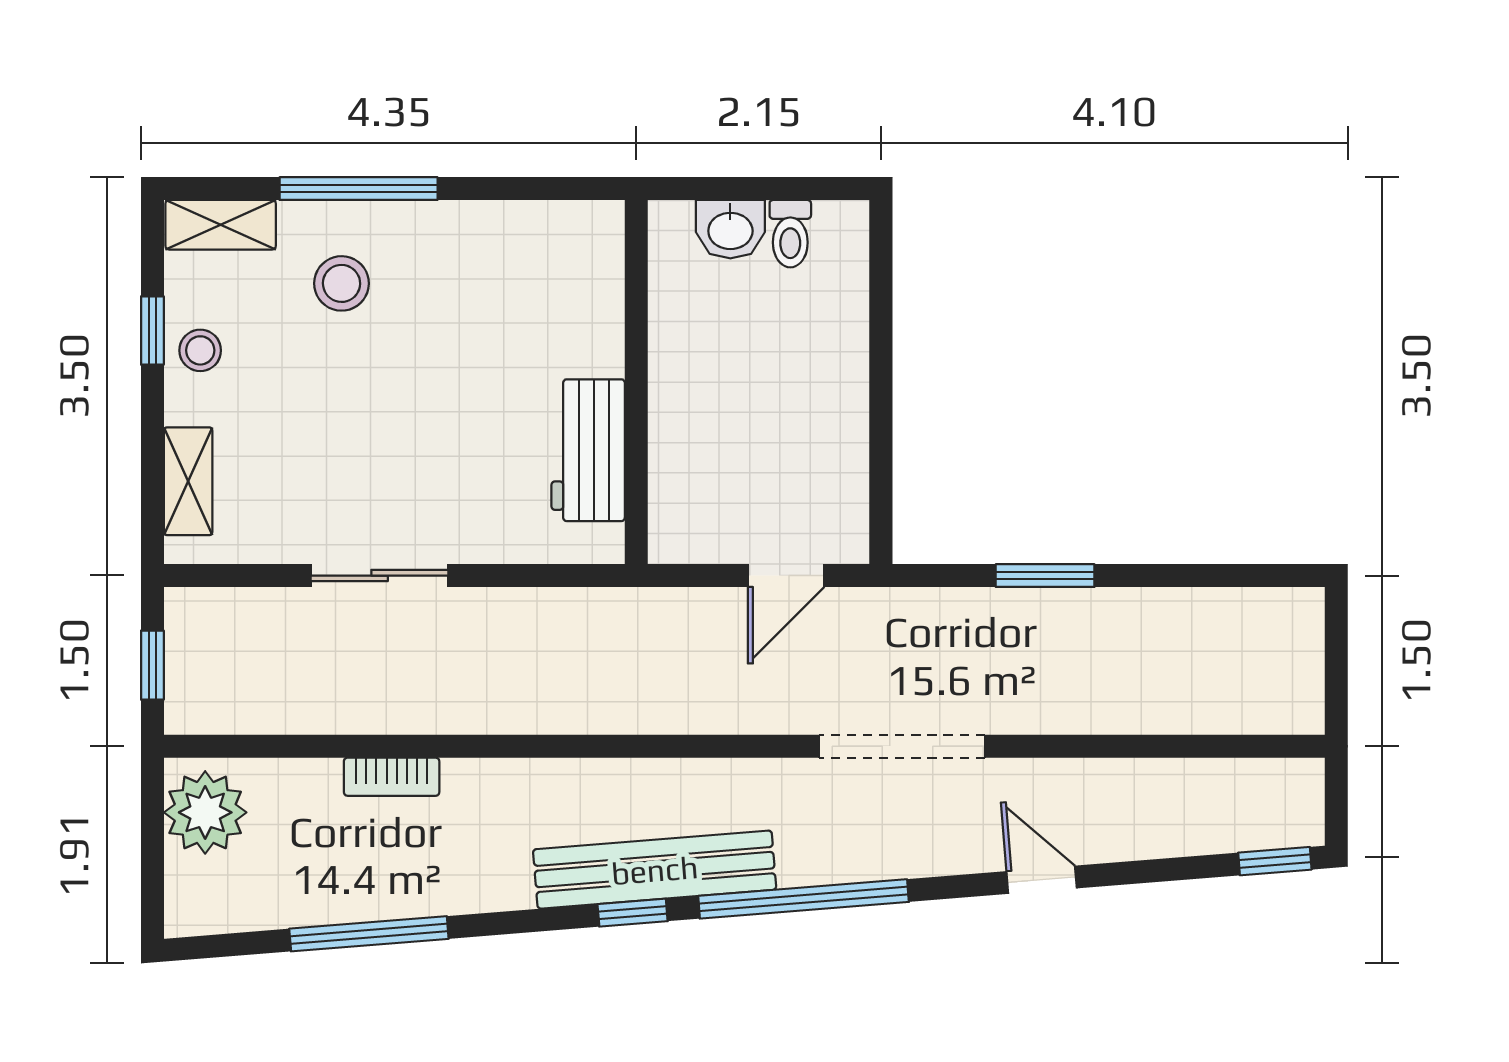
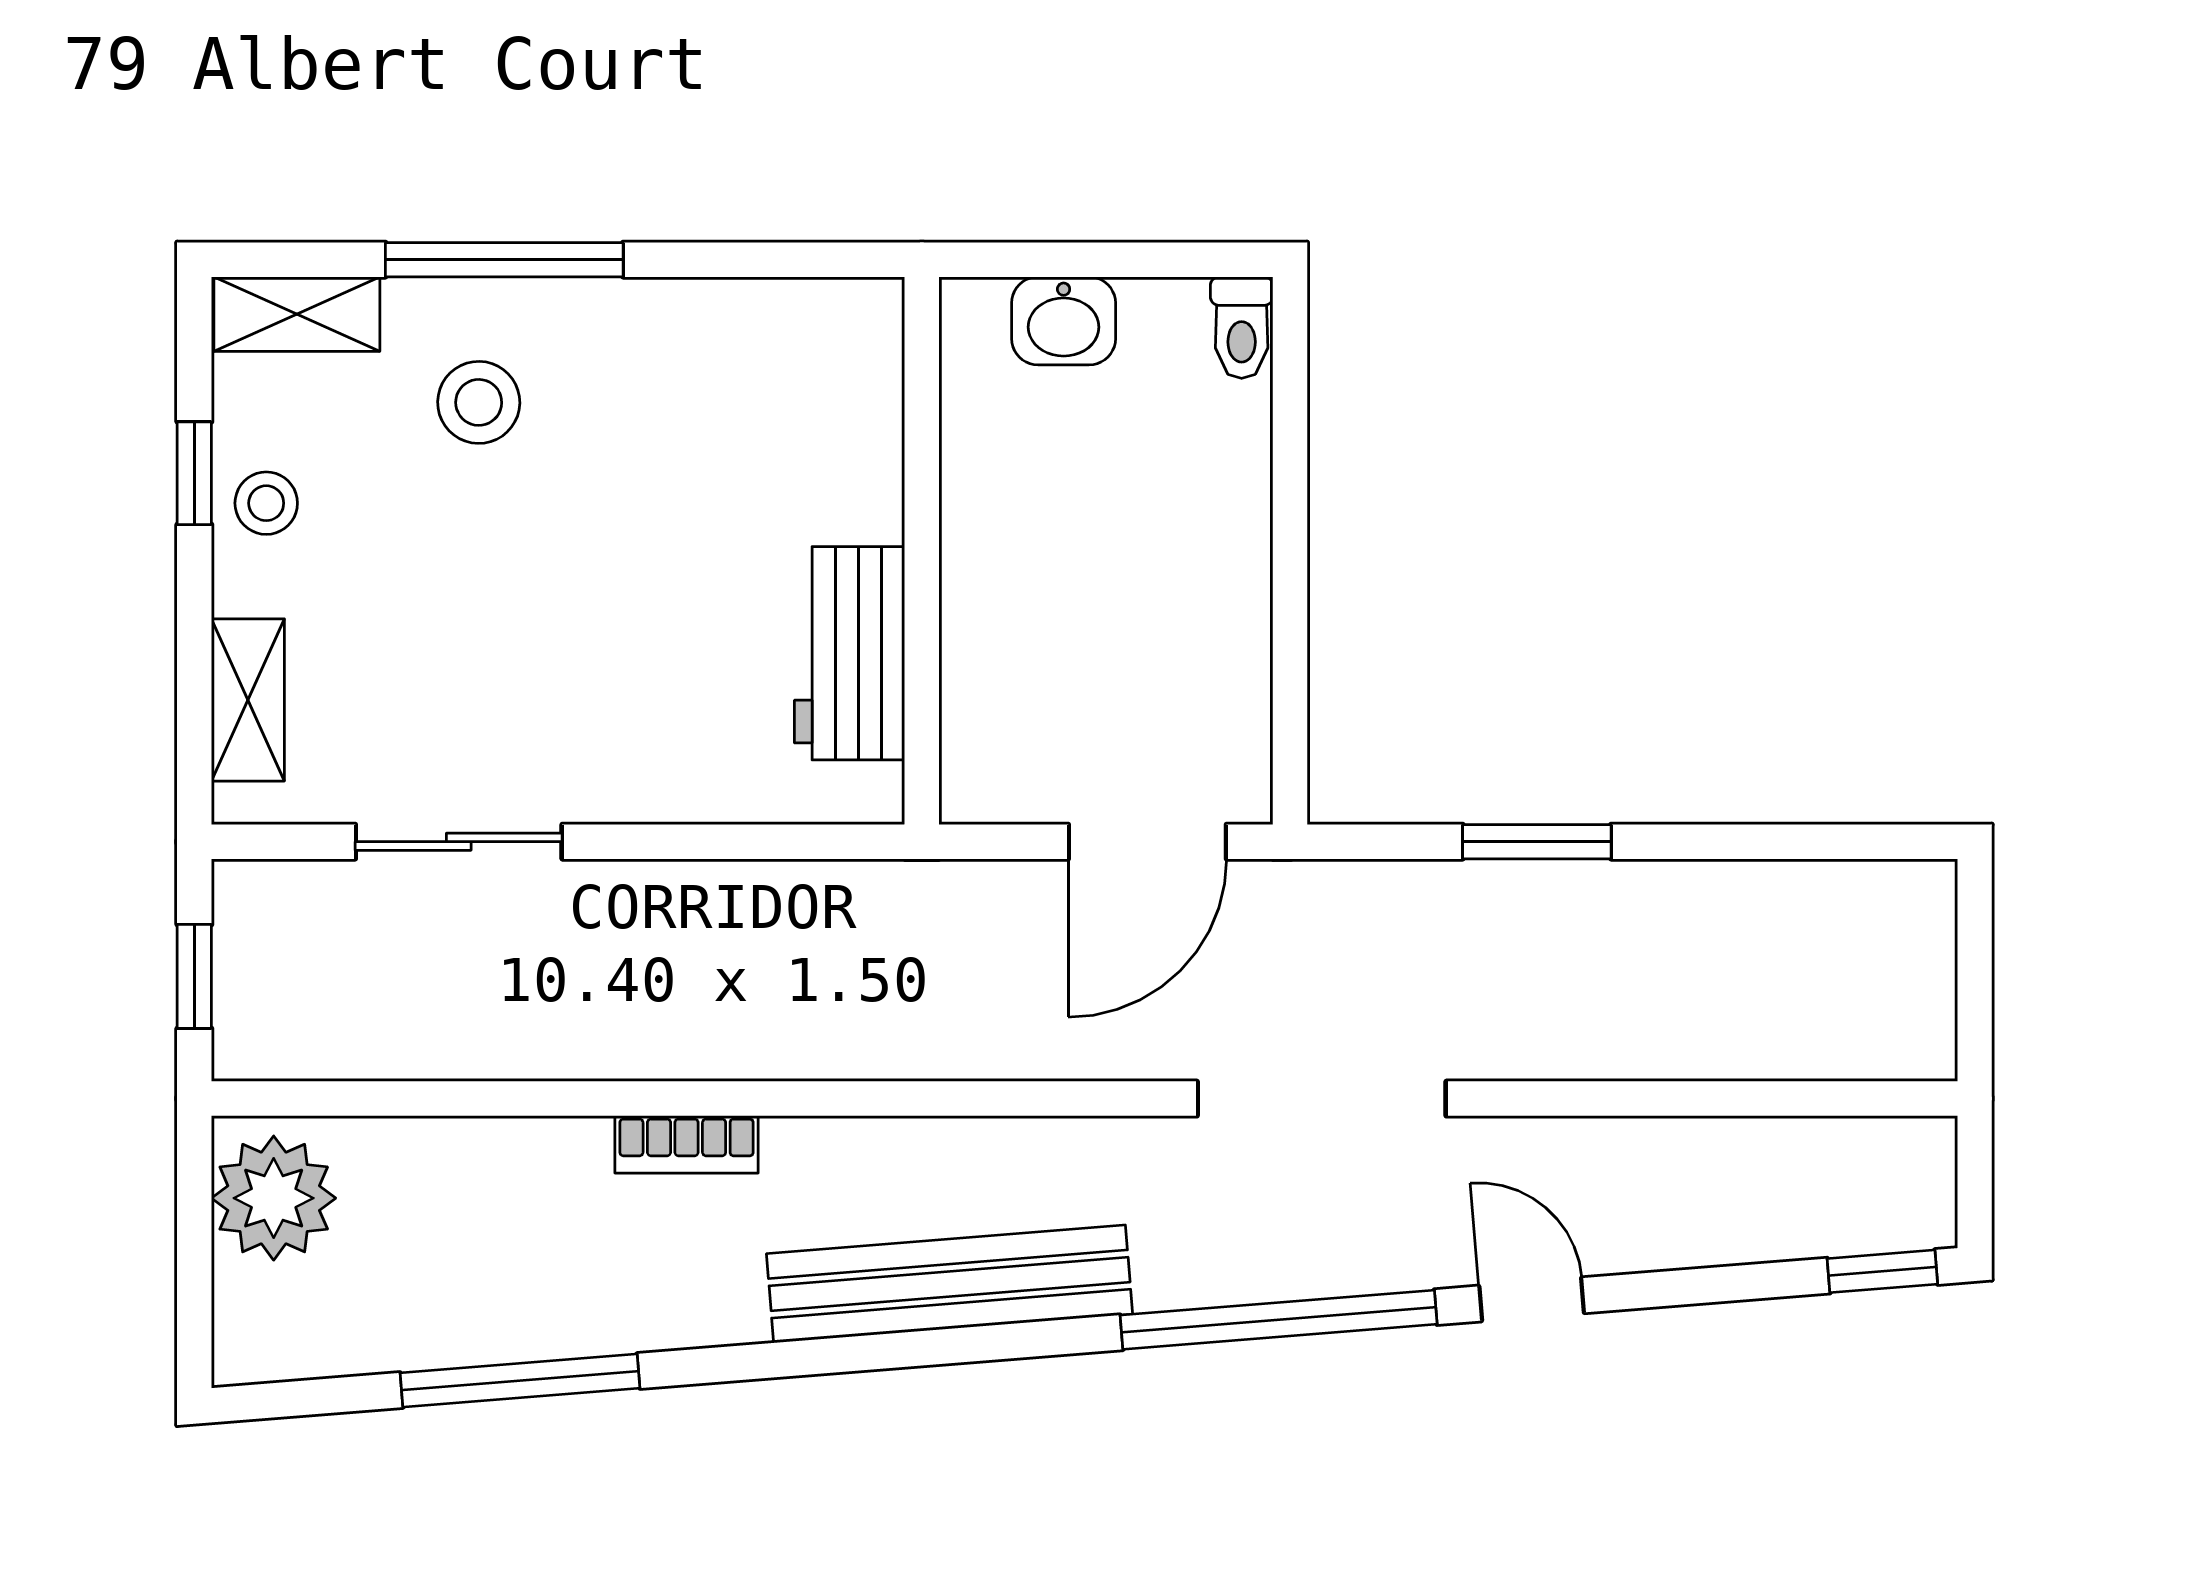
toilet: (790, 234) -> (1242, 328), moved
sliding door: (380, 576) -> (459, 842), moved
door: (786, 576) -> (1147, 842), width x1.38
bookcase: (392, 777) -> (687, 1144), moved
window: (803, 899) -> (1279, 1320), moved
window: (633, 913) -> (916, 1349), removed

